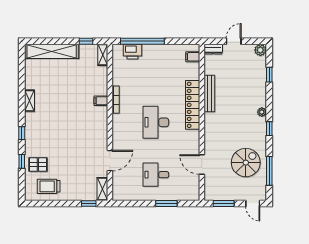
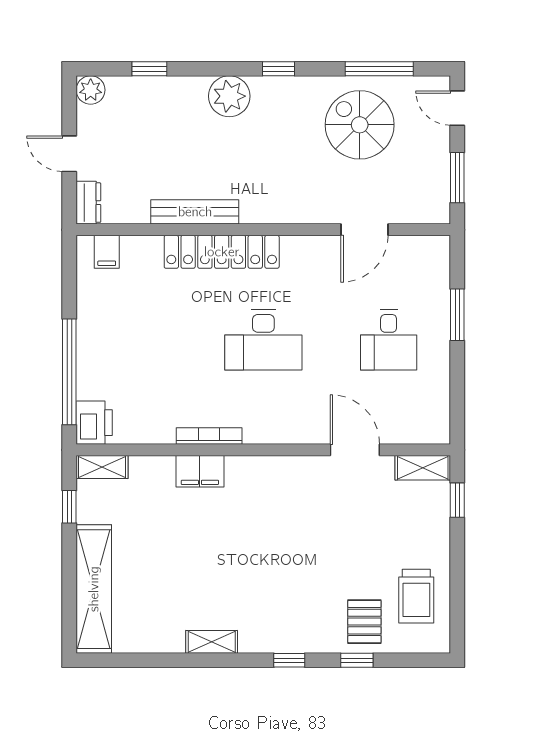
printer: (133, 52) -> (94, 423), moved
filing cabinet: (101, 101) -> (200, 471), width x2.00
plant: (262, 112) -> (229, 96), width x1.88, depth x1.88
door: (253, 203) -> (457, 108), swing flipped

